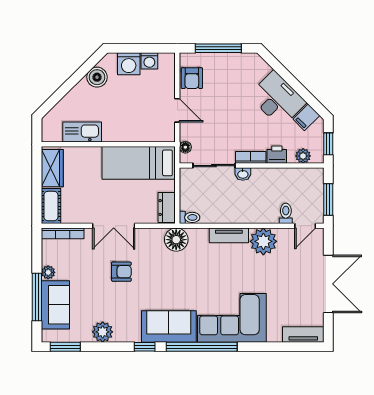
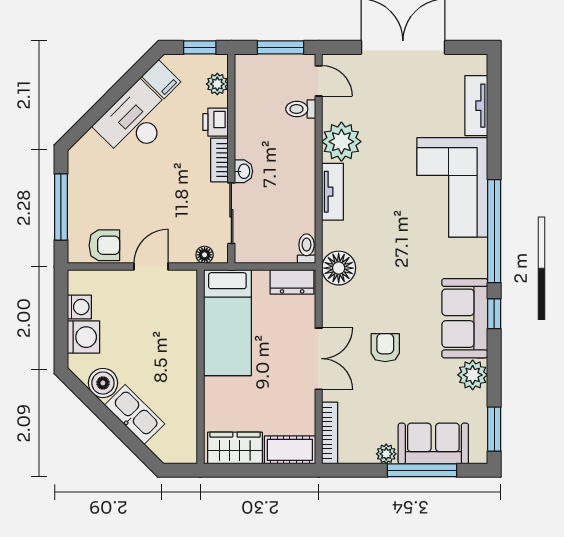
kitchen sink: (82, 132) -> (135, 414), moved, turned 135
sofa: (169, 326) -> (465, 318), moved
tv unit: (303, 334) -> (476, 106), moved

